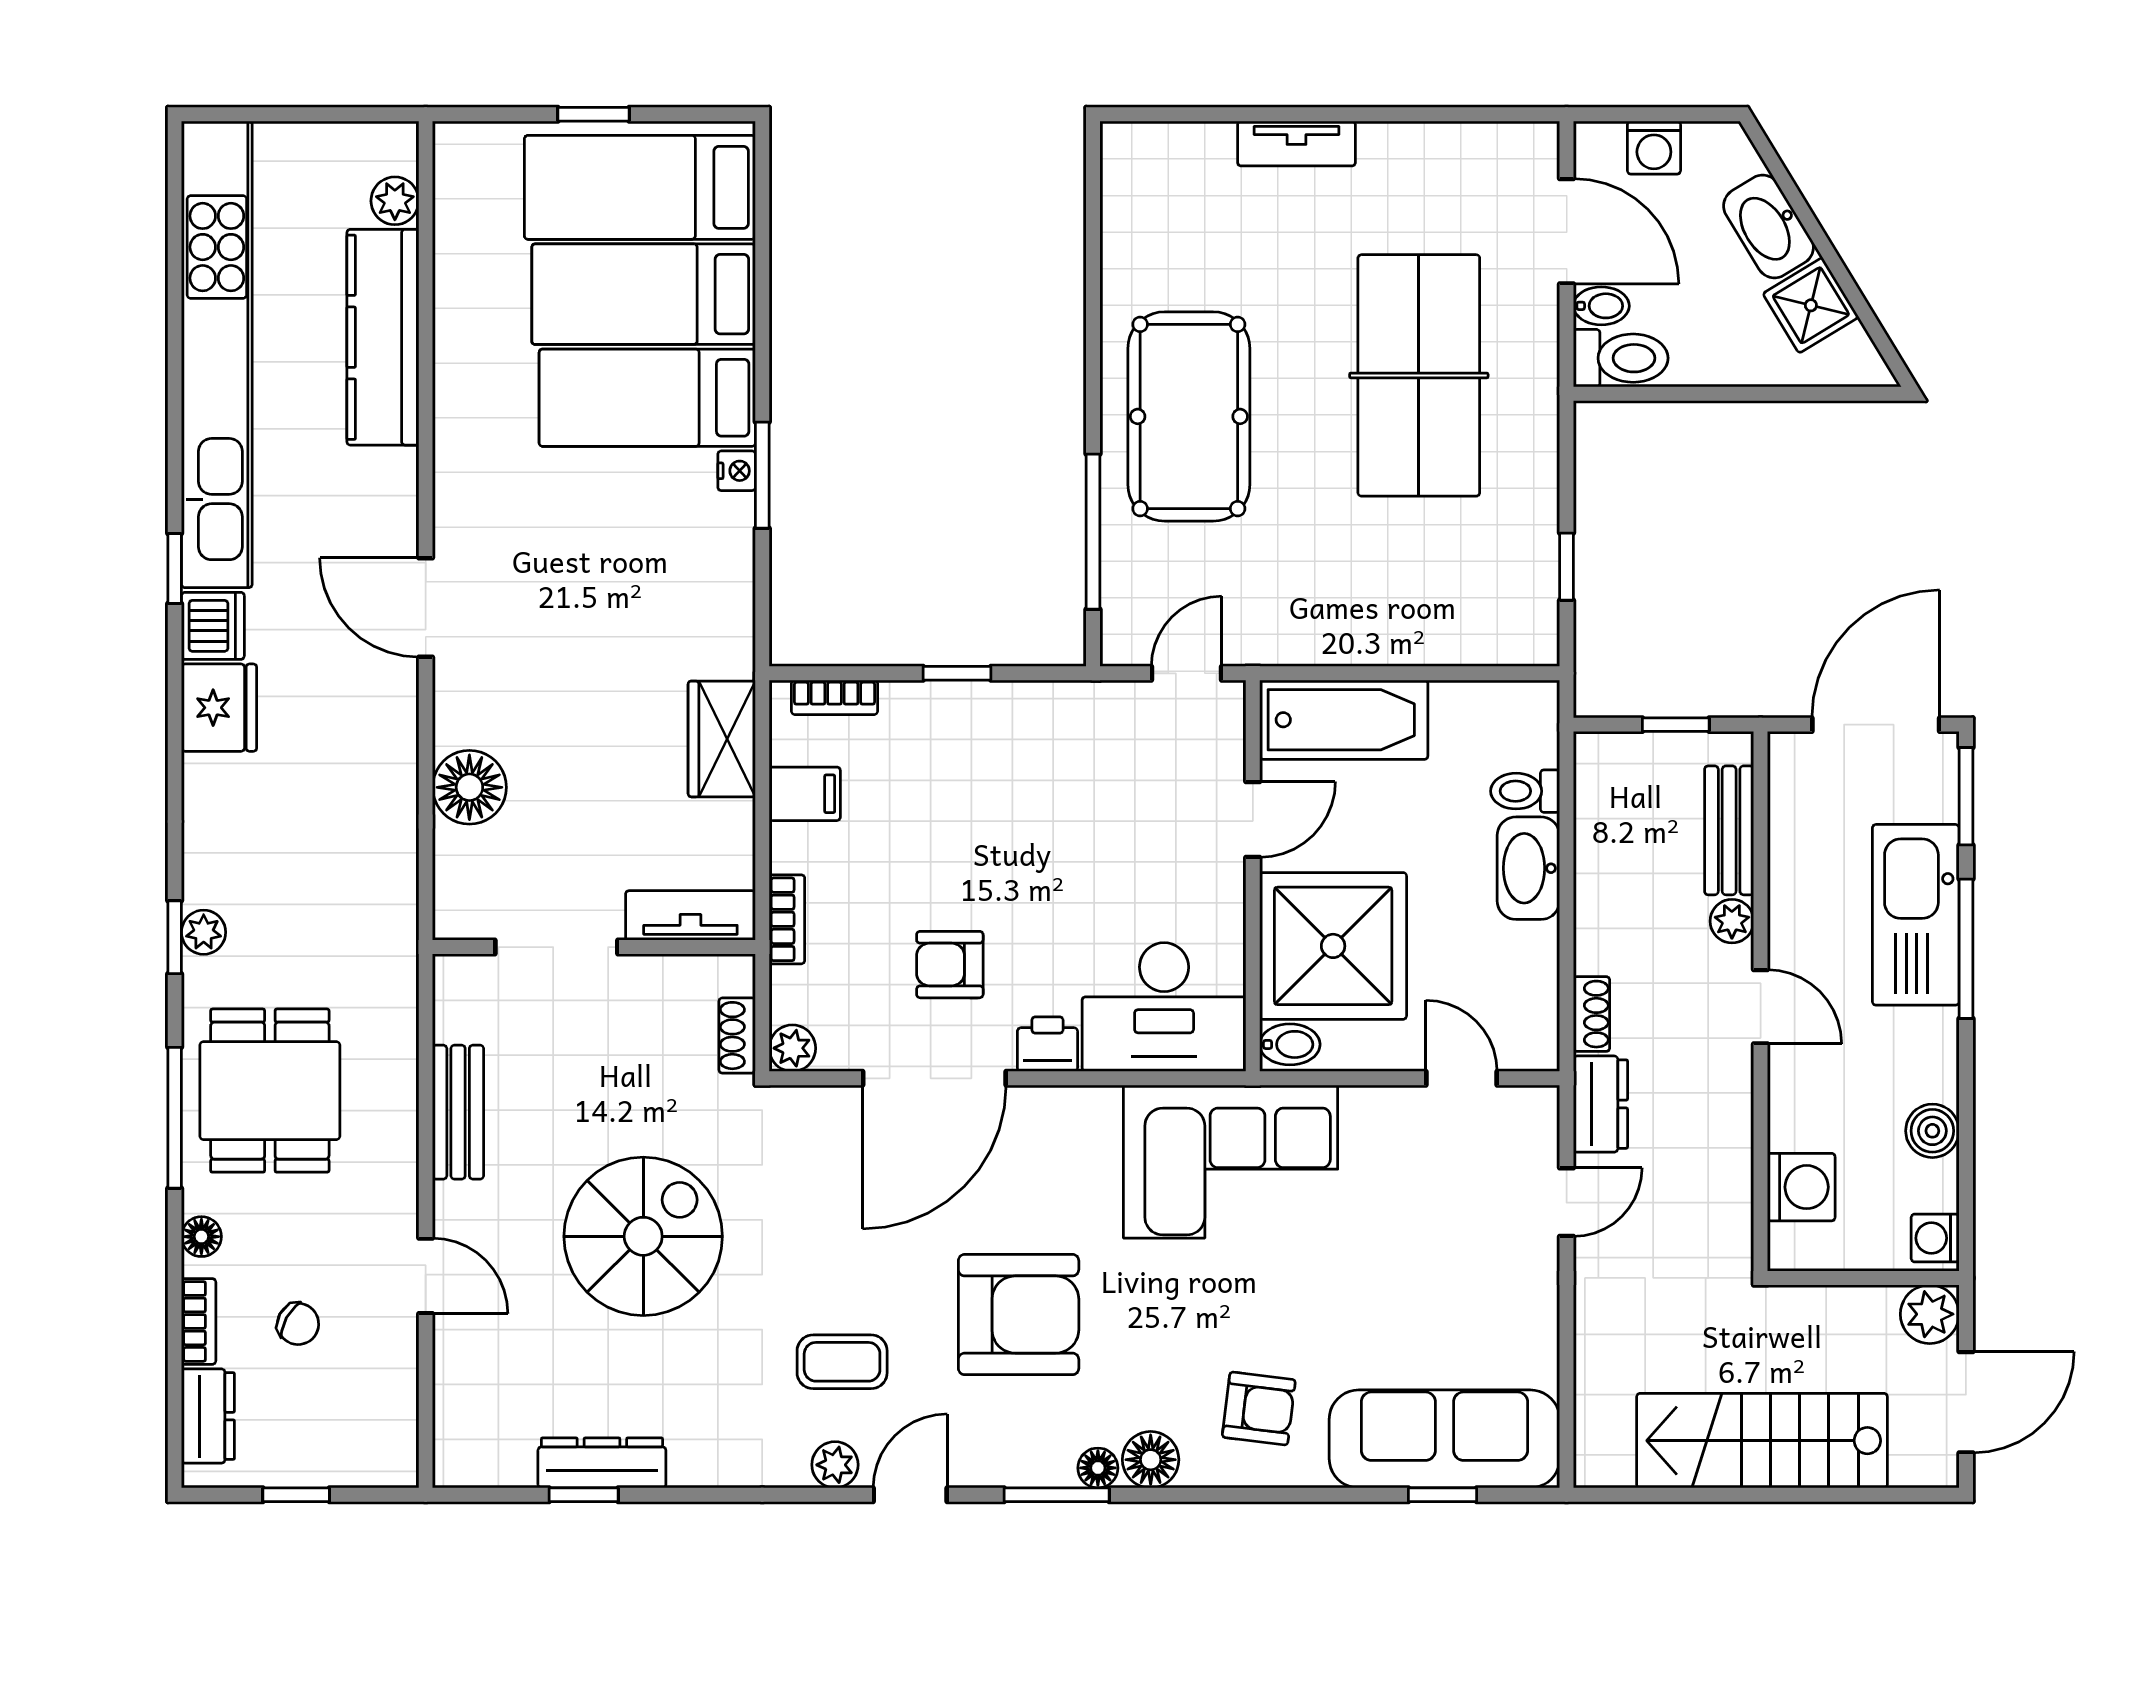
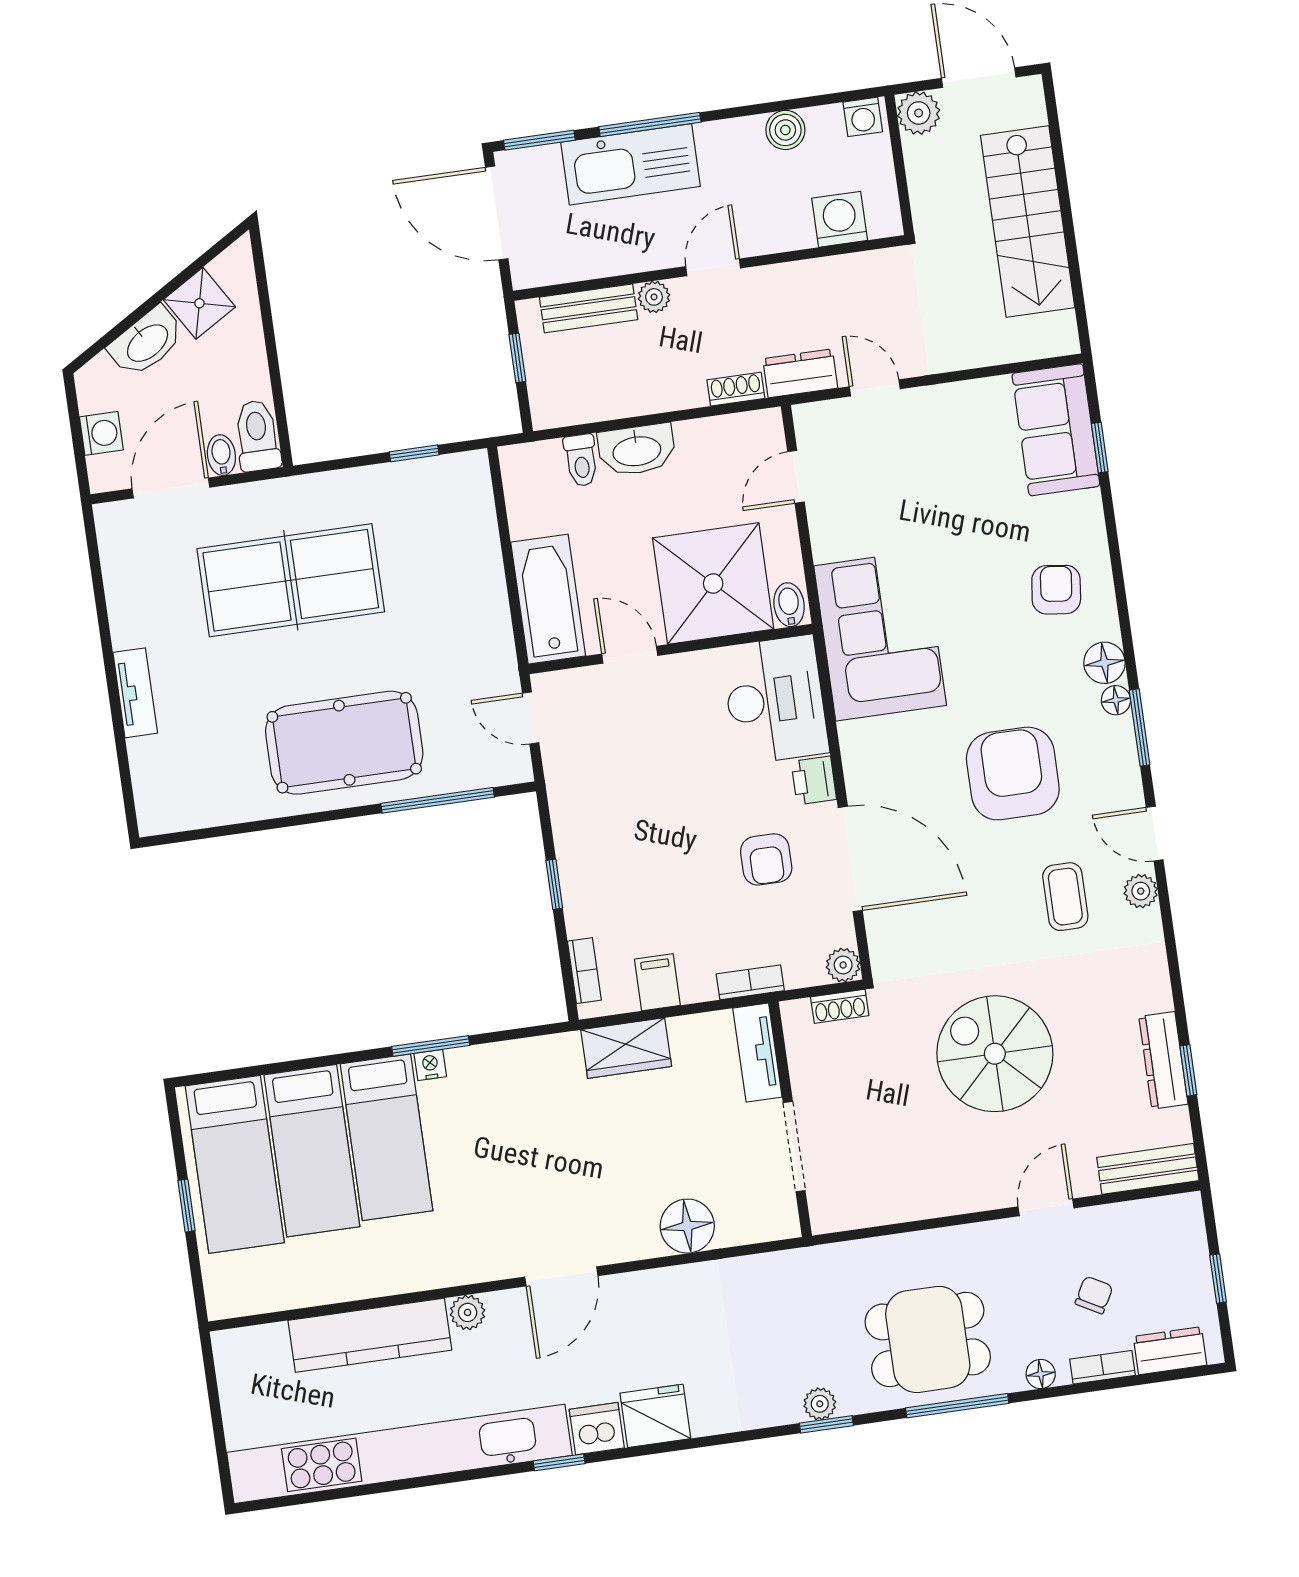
plant: (395, 201) -> (468, 1312), moved
bench: (458, 1112) -> (1148, 1169), moved
sofa: (1444, 1439) -> (1056, 430), width x0.73

